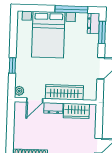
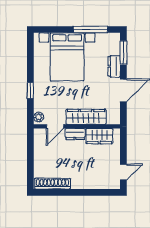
dresser: (93, 23) -> (114, 66), moved

